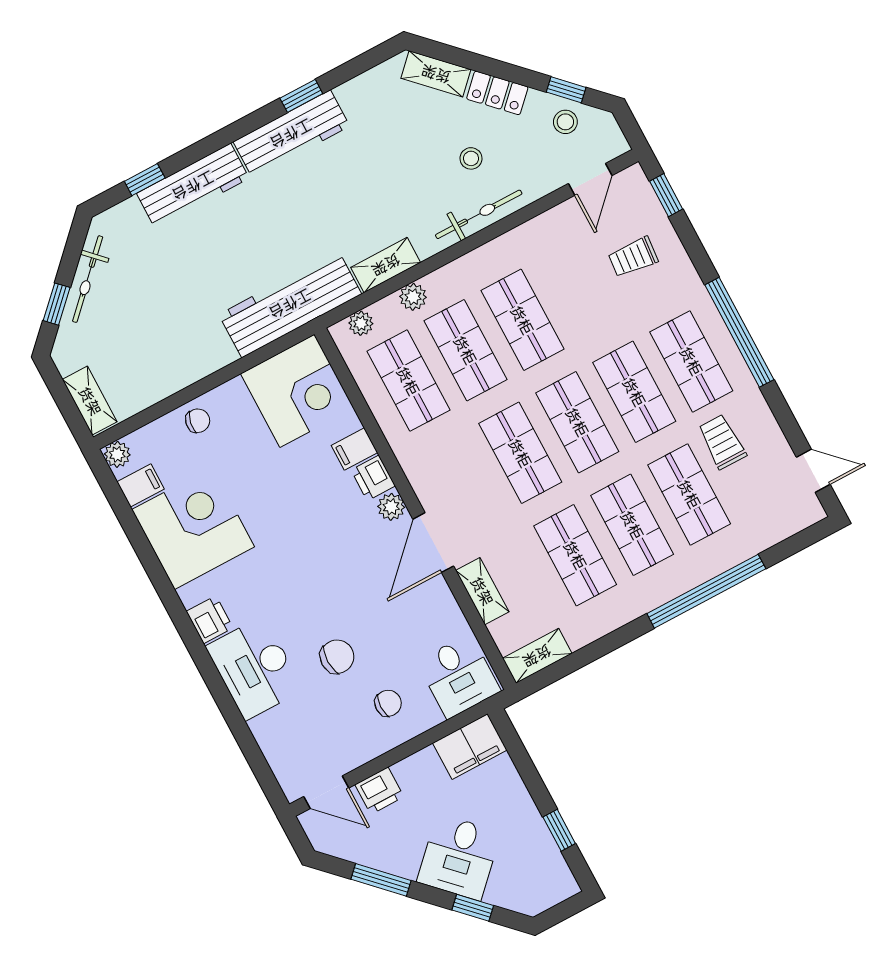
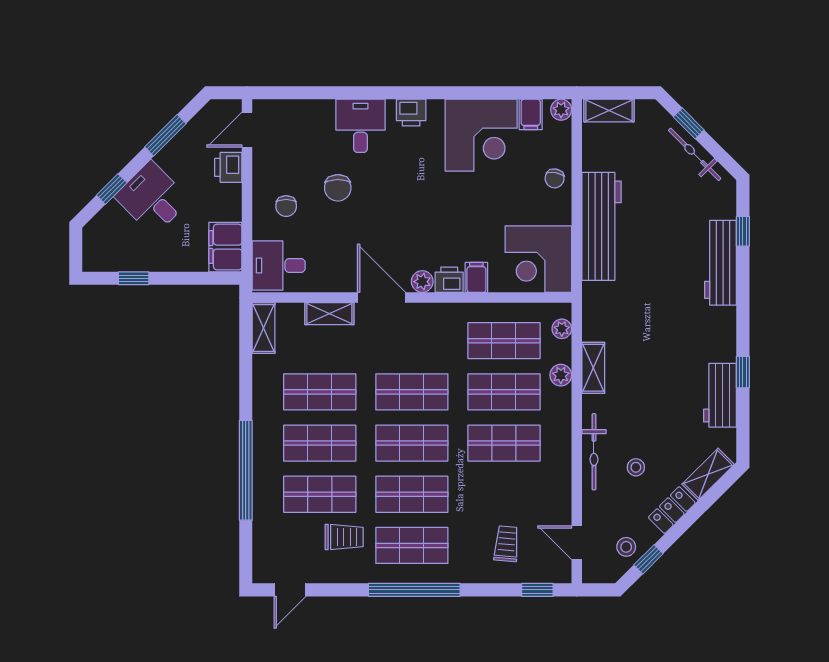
workbench: (291, 134) -> (720, 395), moved, width x0.73
workbench: (290, 304) -> (602, 226), moved
desk: (255, 668) -> (360, 126), width x0.73

